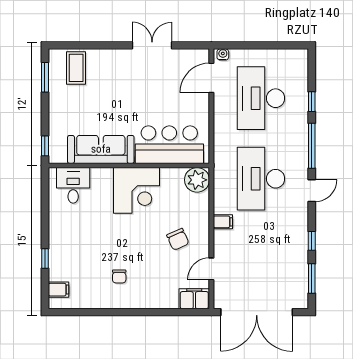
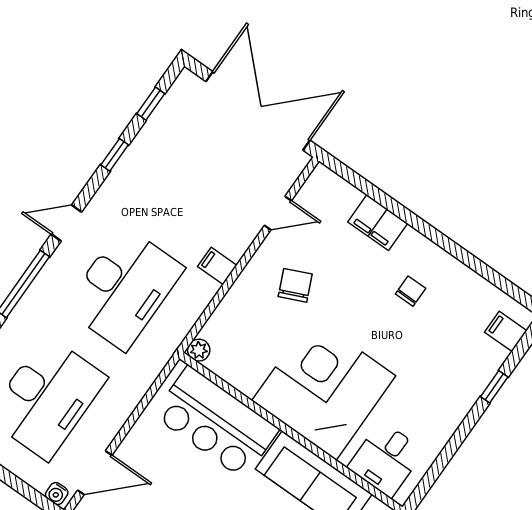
plant: (197, 180) -> (199, 350), width x0.53, depth x0.53
corner desk: (136, 190) -> (324, 388), width x1.36, depth x1.36
window: (312, 278) -> (151, 104), width x0.67
filing cabinet: (194, 299) -> (378, 223), moved

